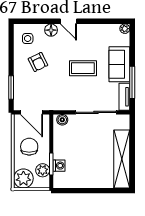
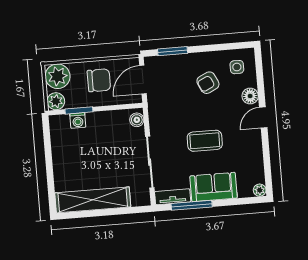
coffee table: (83, 68) -> (205, 141), turned 90
plant: (43, 170) -> (56, 101), moved

